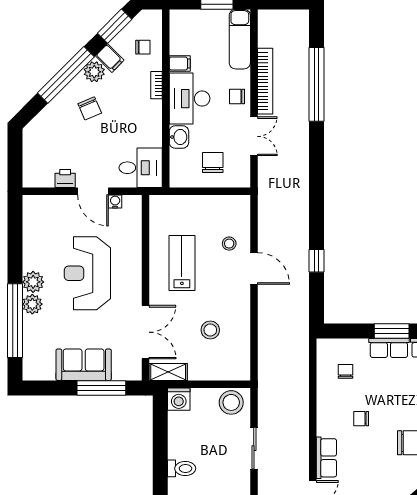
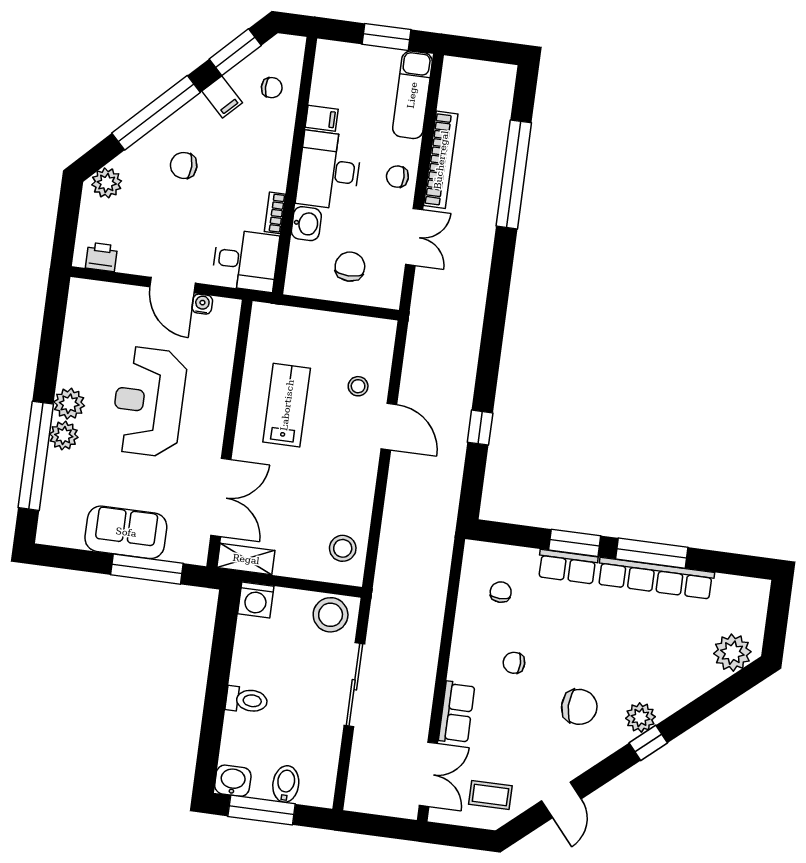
plant: (94, 72) -> (107, 183), moved
bookcase: (157, 85) -> (275, 213), moved
chair: (90, 108) -> (184, 165), turned 113
printer: (65, 178) -> (101, 257), moved
stool: (210, 330) -> (343, 548), moved
sliding door: (254, 448) -> (354, 685), width x1.37

